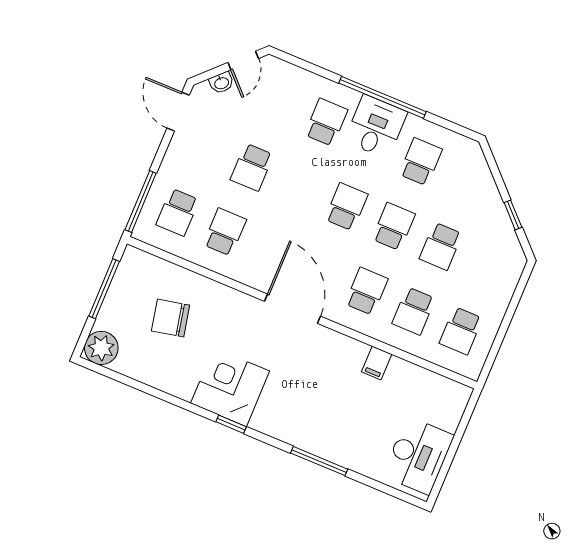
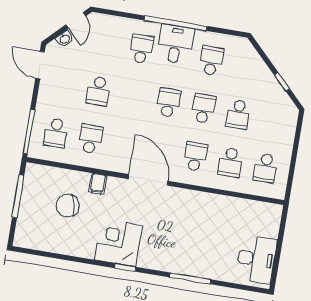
plant: (101, 348) -> (26, 237), removed
filing cabinet: (377, 363) -> (98, 184), moved

